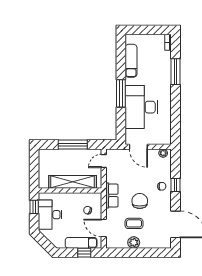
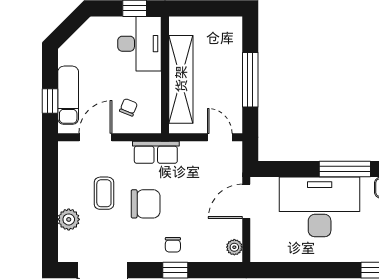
desk: (50, 215) -> (139, 44), moved, turned 90
plant: (134, 242) -> (69, 219), moved

